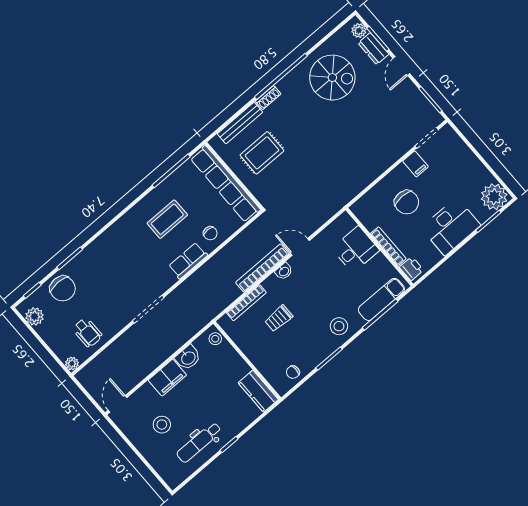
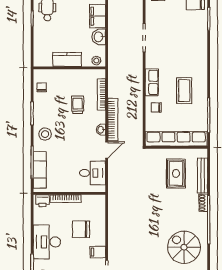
spiral stairs: (332, 78) -> (184, 247), turned 90
desk: (356, 249) -> (93, 173), moved, turned -90
kitchen counter: (258, 391) -> (67, 59), moved

